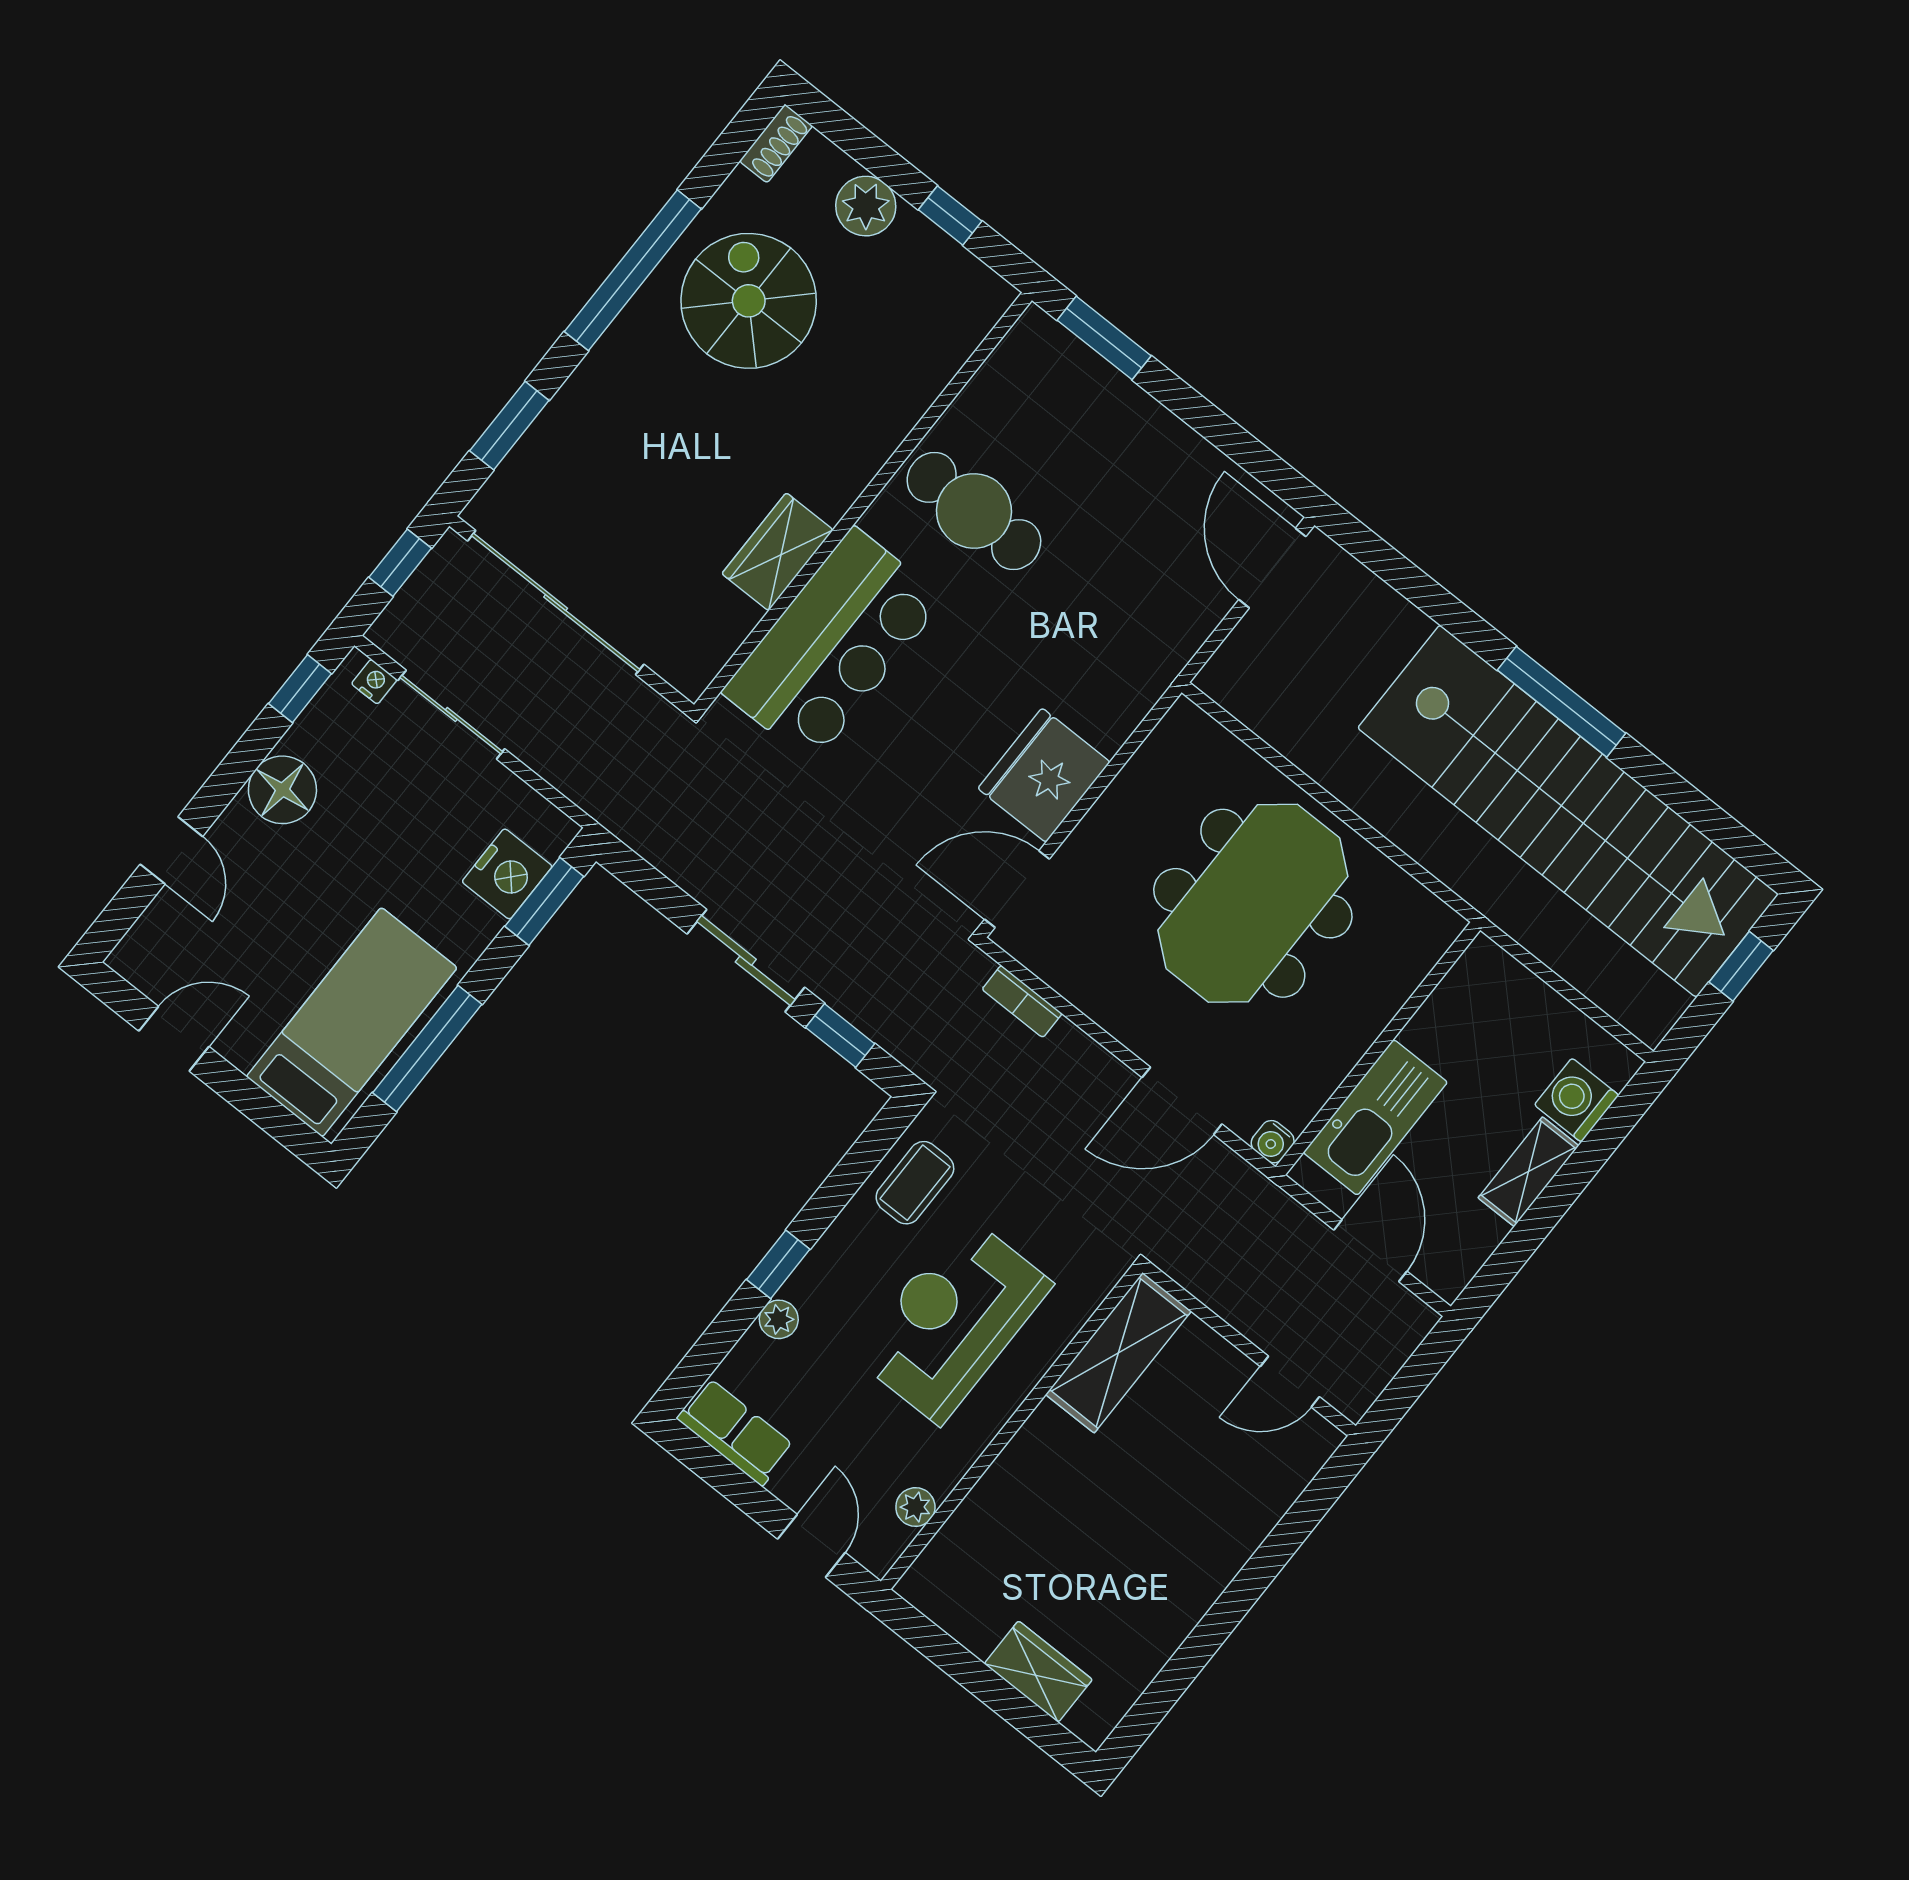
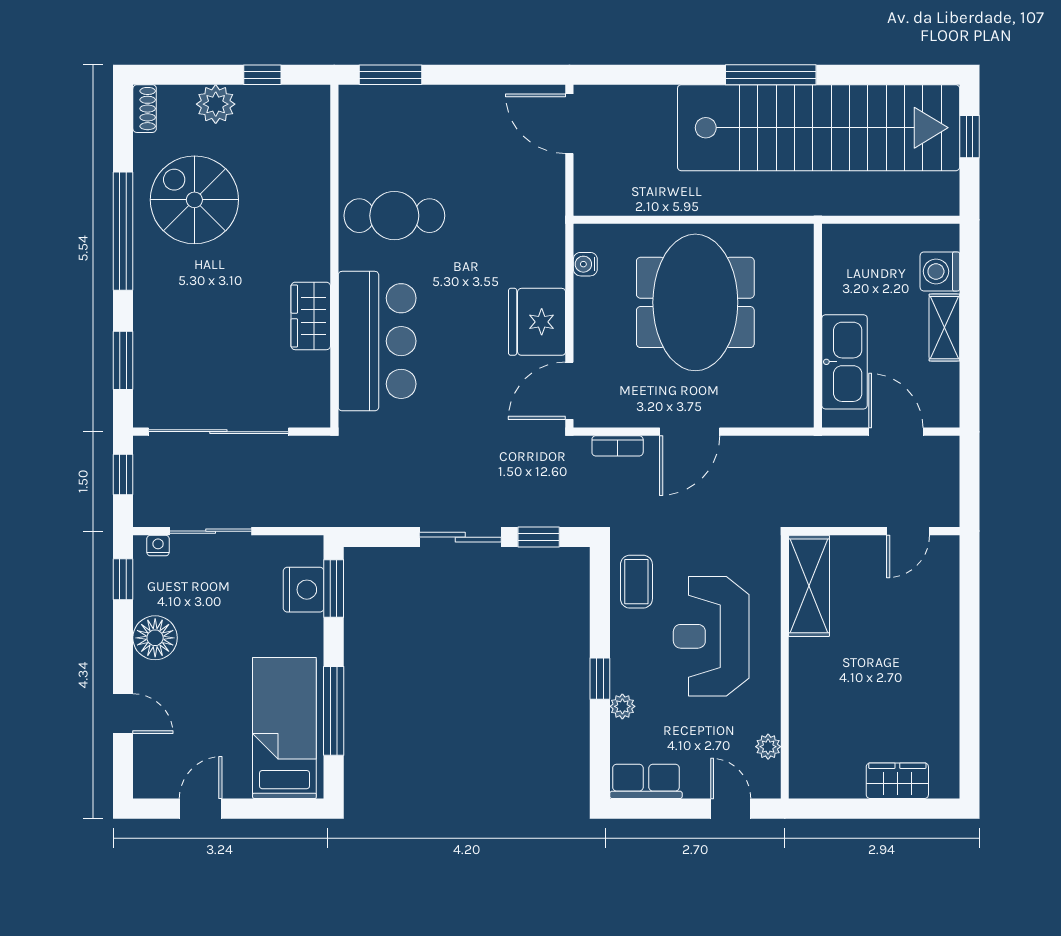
door: (1182, 1101) -> (690, 432), moved
water cooler: (1273, 1142) -> (585, 264), moved, turned 90

